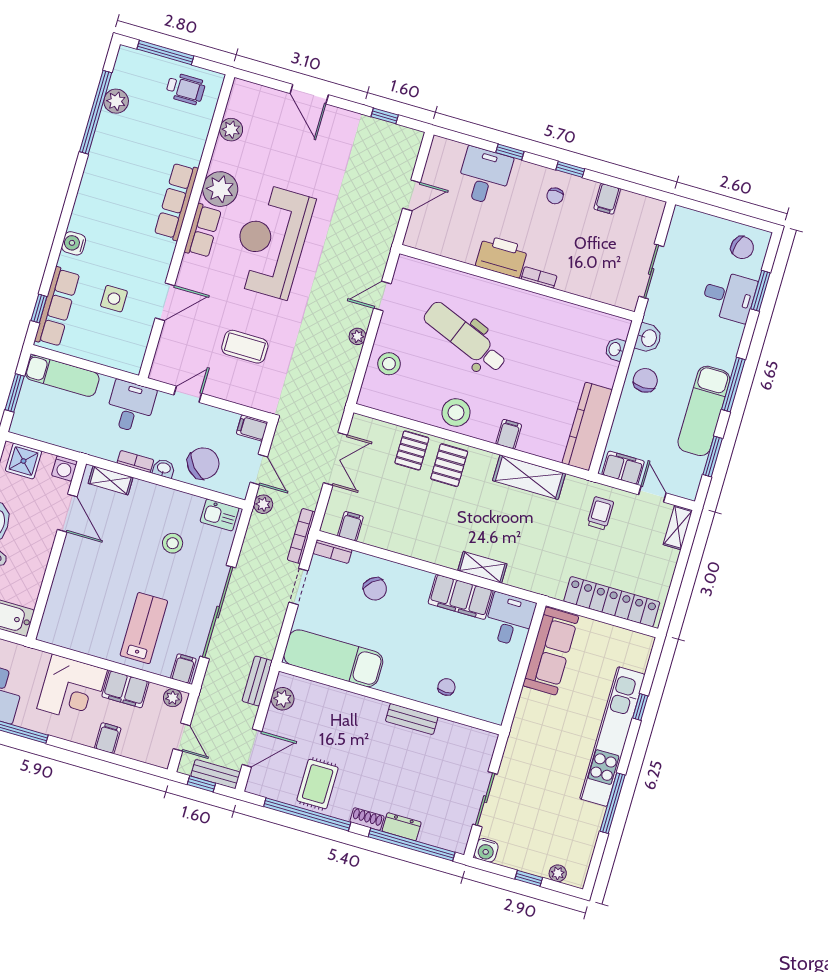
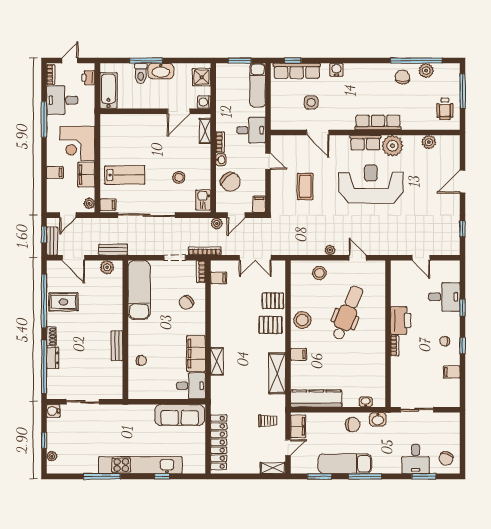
chair: (115, 142) -> (402, 77), added

